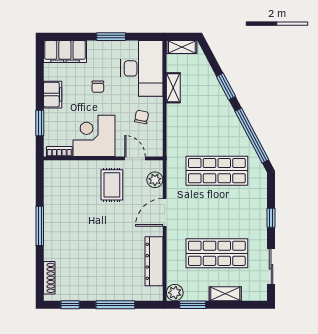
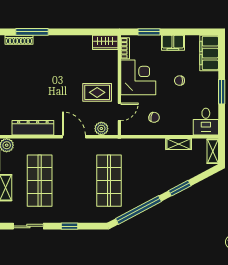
desk: (142, 68) -> (206, 122), width x0.53, depth x0.77
wardrobe: (52, 175) -> (105, 42), added
window: (40, 226) -> (32, 32), moved

